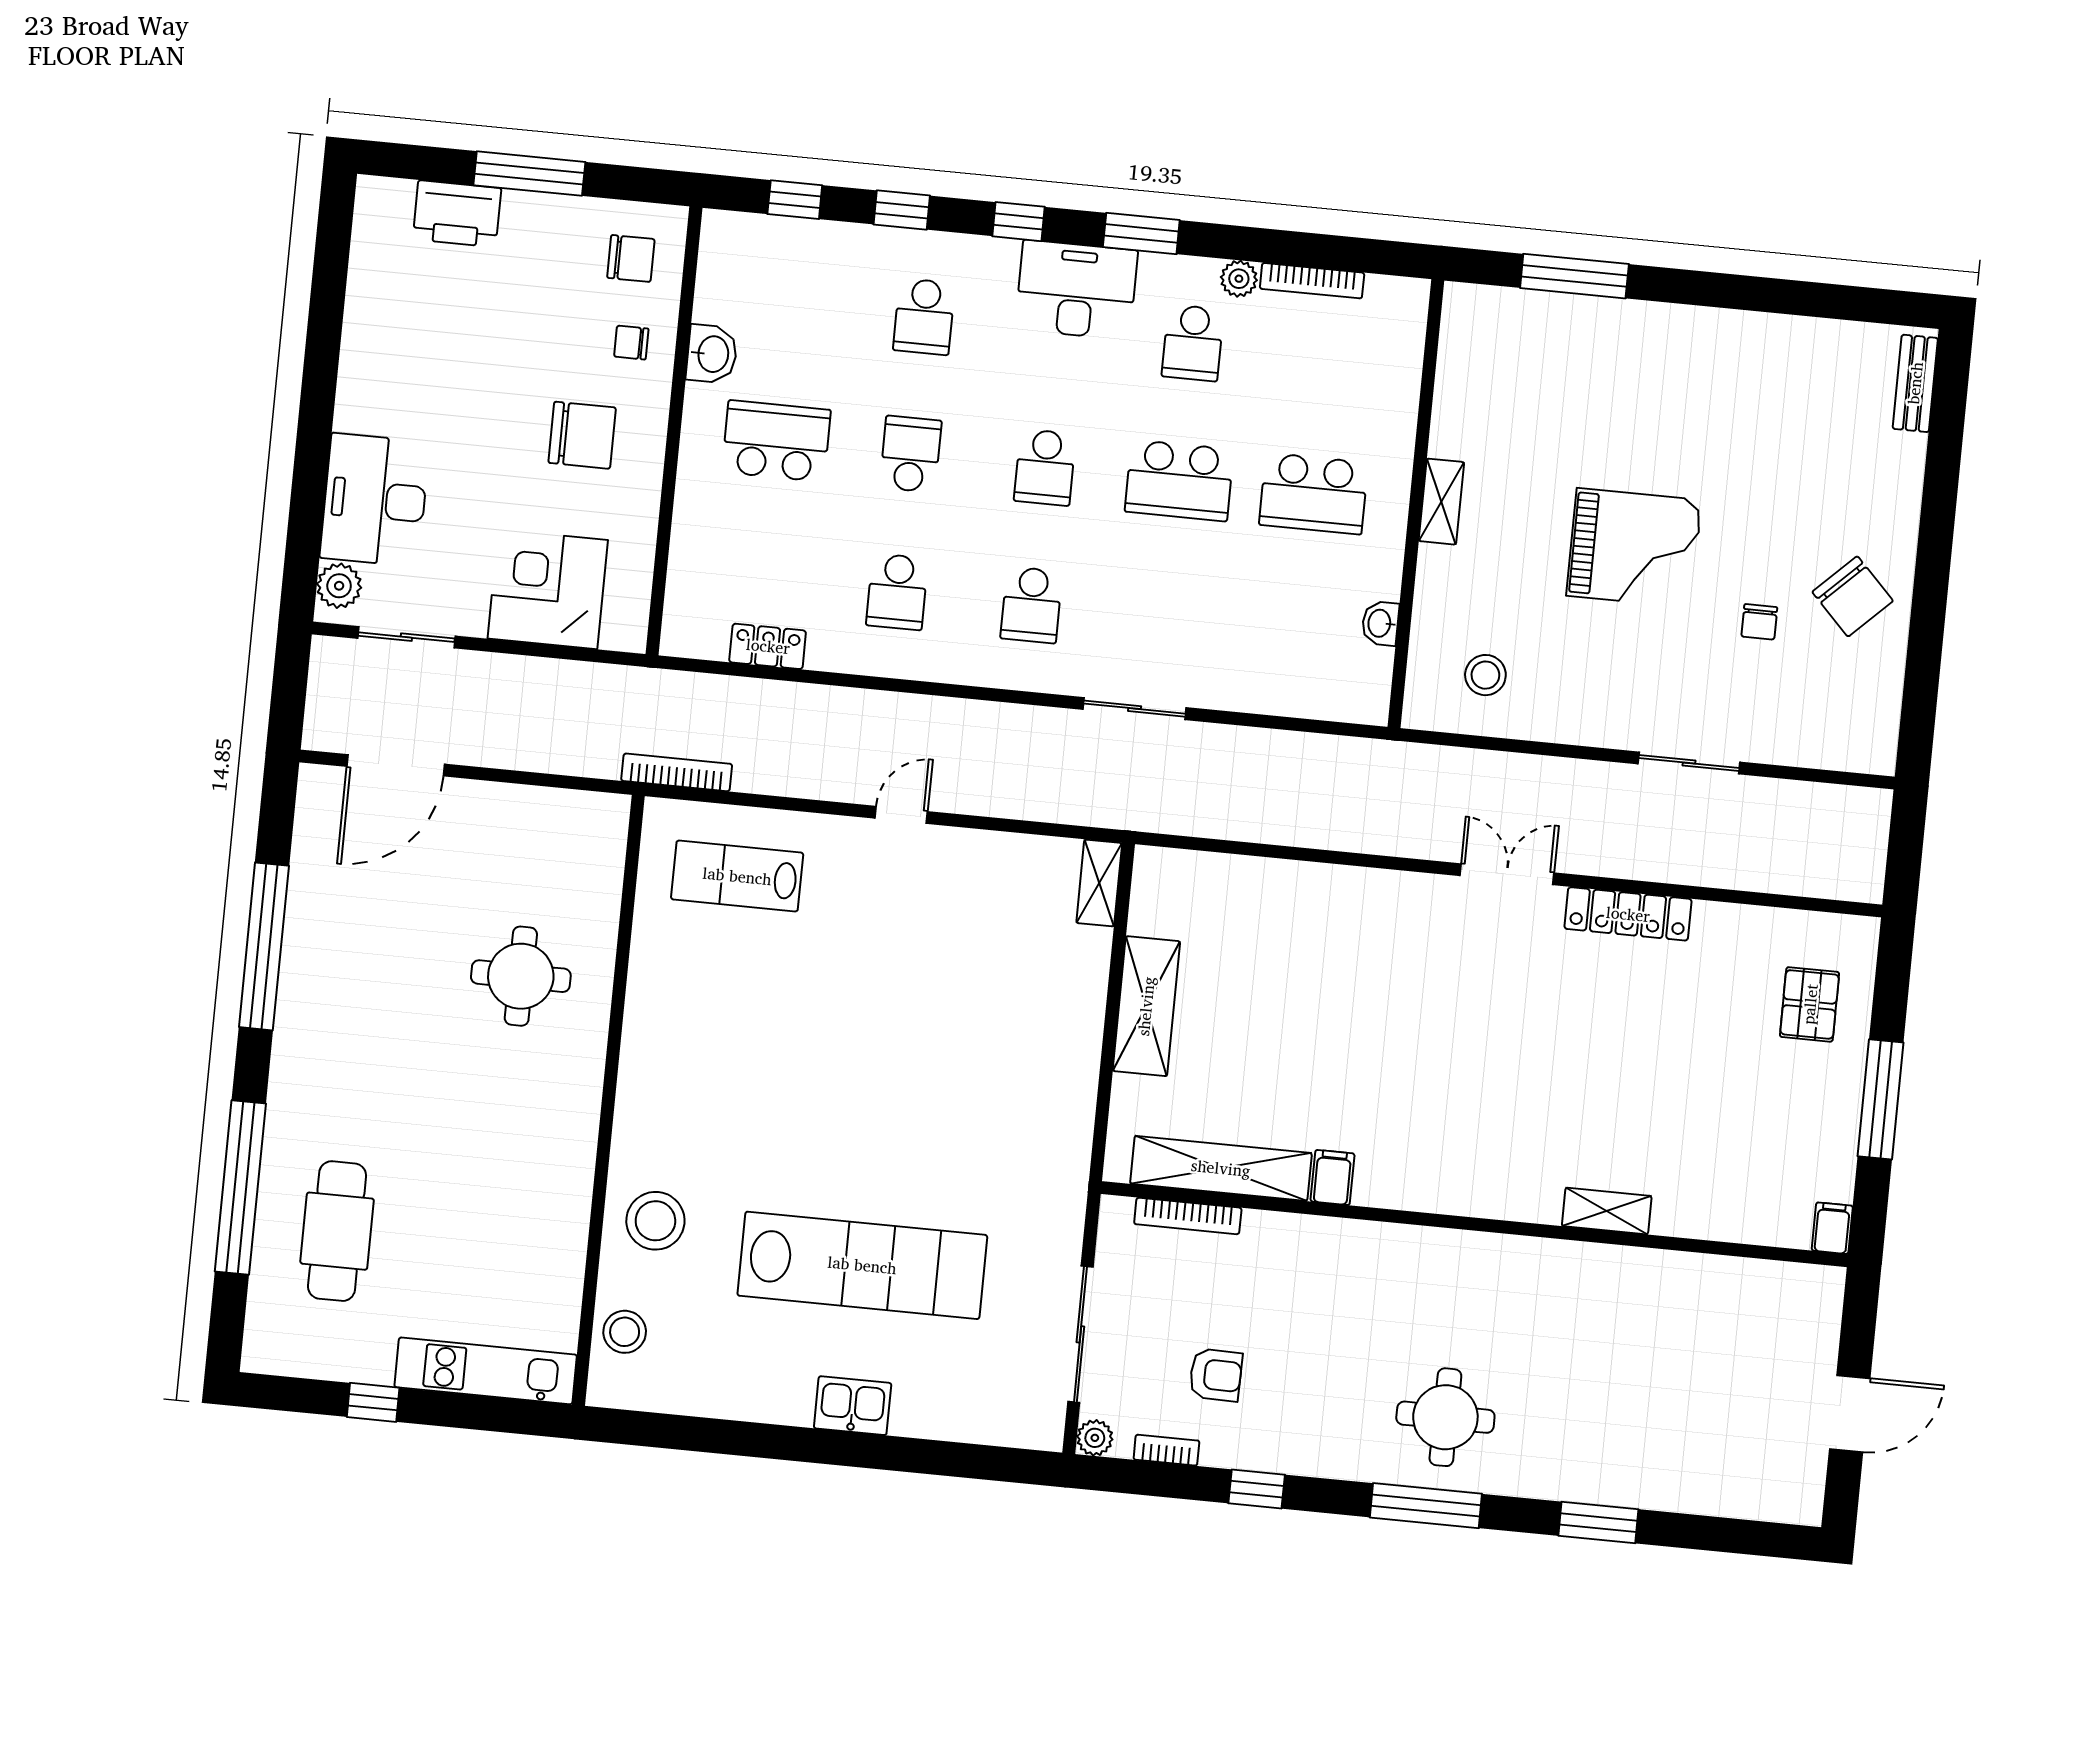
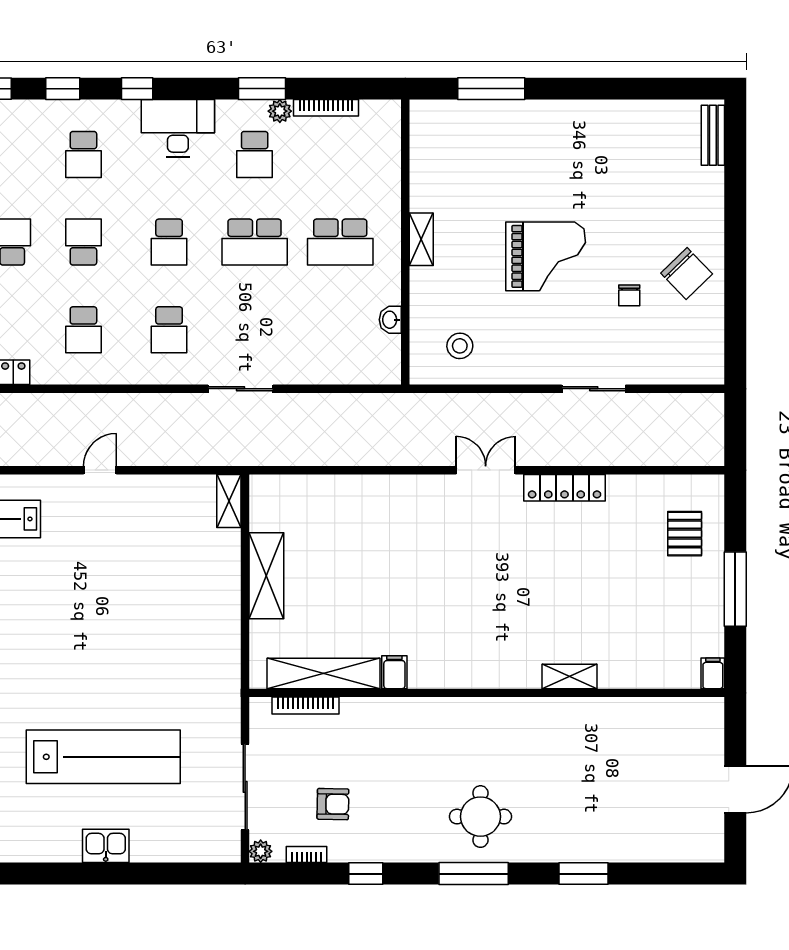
window: (1141, 234) -> (262, 89), moved

